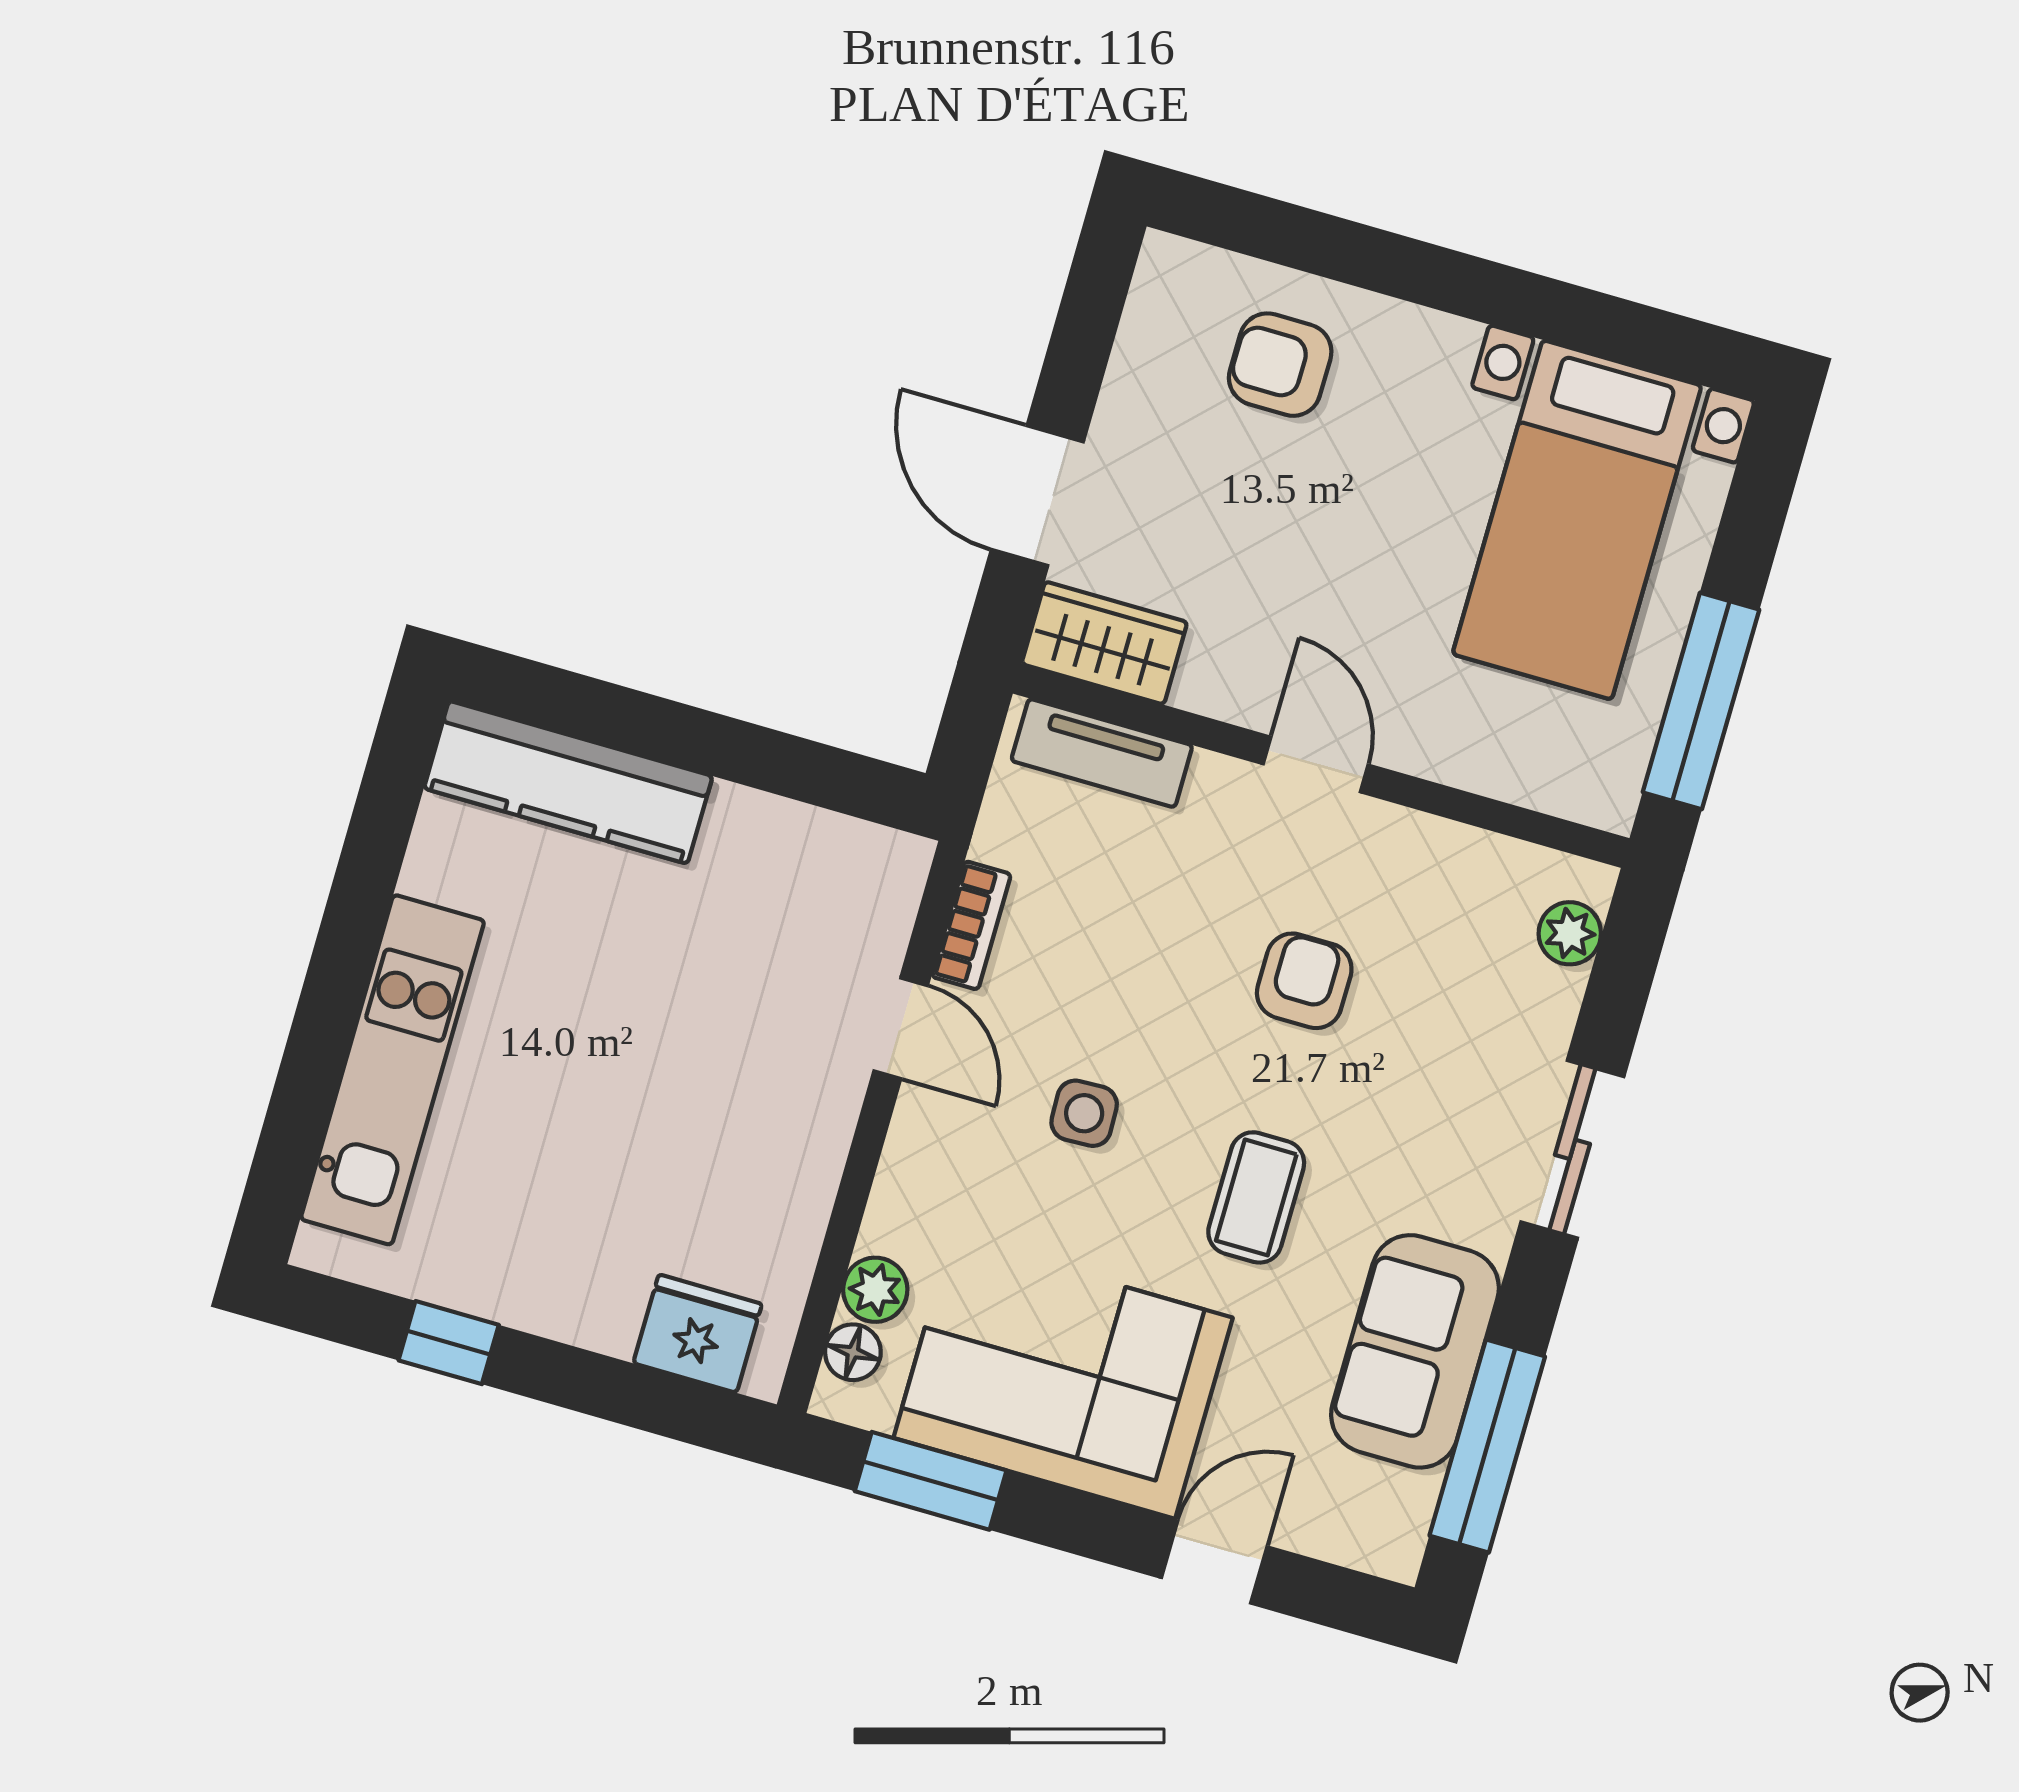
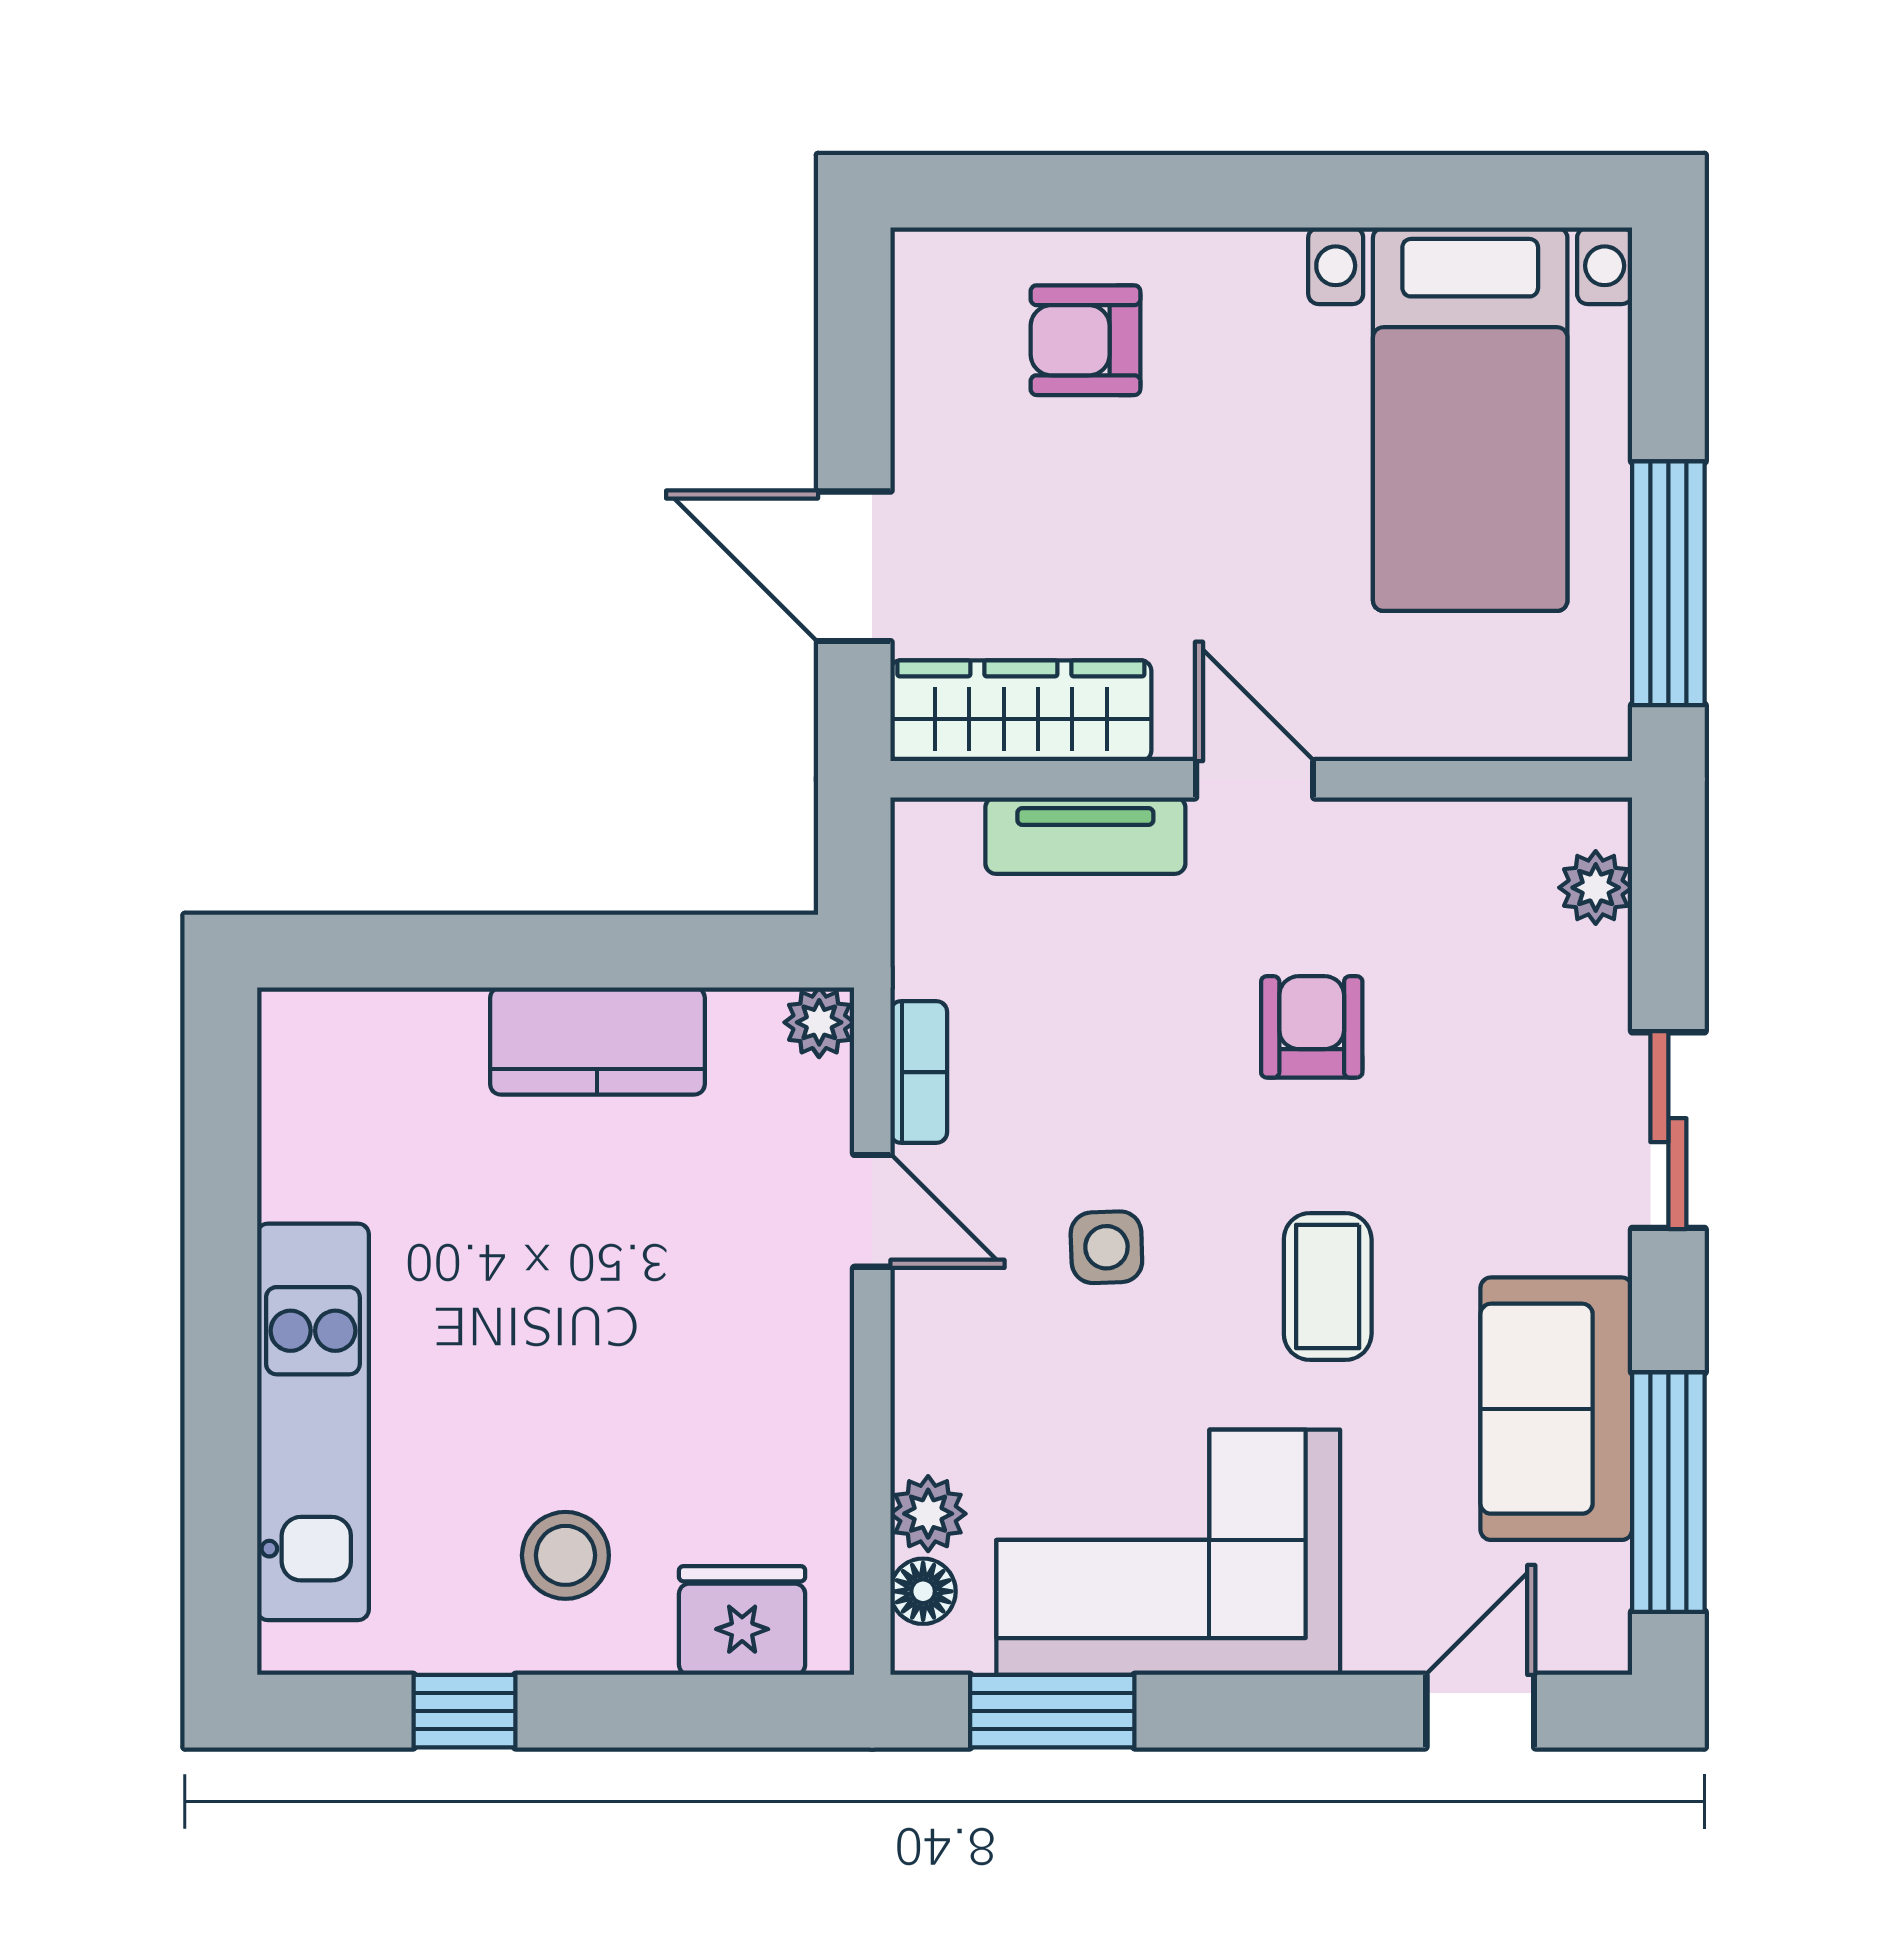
wardrobe: (1104, 643) -> (1021, 711), width x1.50
tv unit: (1102, 753) -> (1085, 836), moved
kitchen counter: (568, 782) -> (597, 1041), moved, width x0.67
plant: (902, 861) -> (819, 1022), added
stool: (568, 1239) -> (565, 1555), added
door: (1214, 1562) -> (1480, 1711), moved

